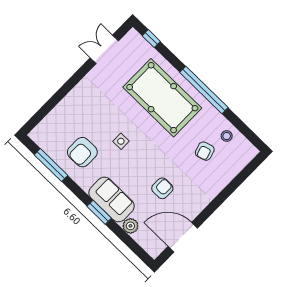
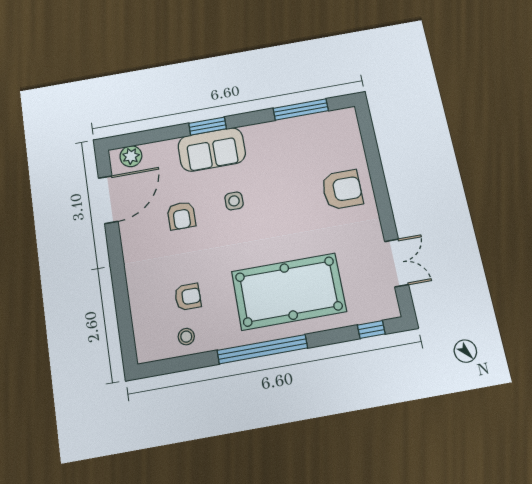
side table: (121, 141) -> (234, 201), moved
armchair: (205, 151) -> (188, 297), turned 107
armchair: (82, 152) -> (342, 190), moved, turned 90
plant: (130, 226) -> (131, 156), moved

